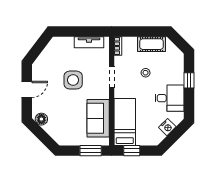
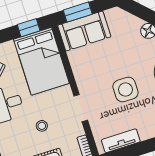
sofa: (98, 118) -> (84, 31), moved, turned 90
bed: (125, 122) -> (41, 61), width x1.50

